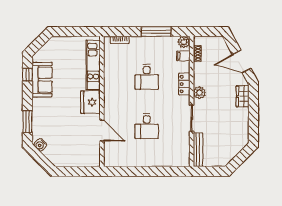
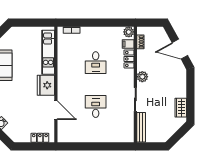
window: (156, 32) -> (104, 23), removed
locker: (184, 84) -> (129, 59), moved
wardrobe: (243, 96) -> (181, 108), moved
desk: (147, 126) -> (96, 106), turned 180
locker: (84, 161) -> (40, 138), added

